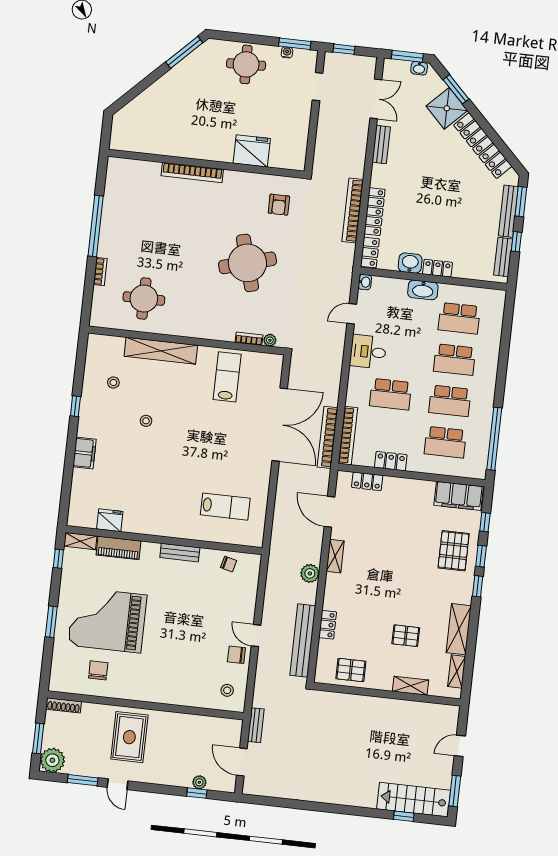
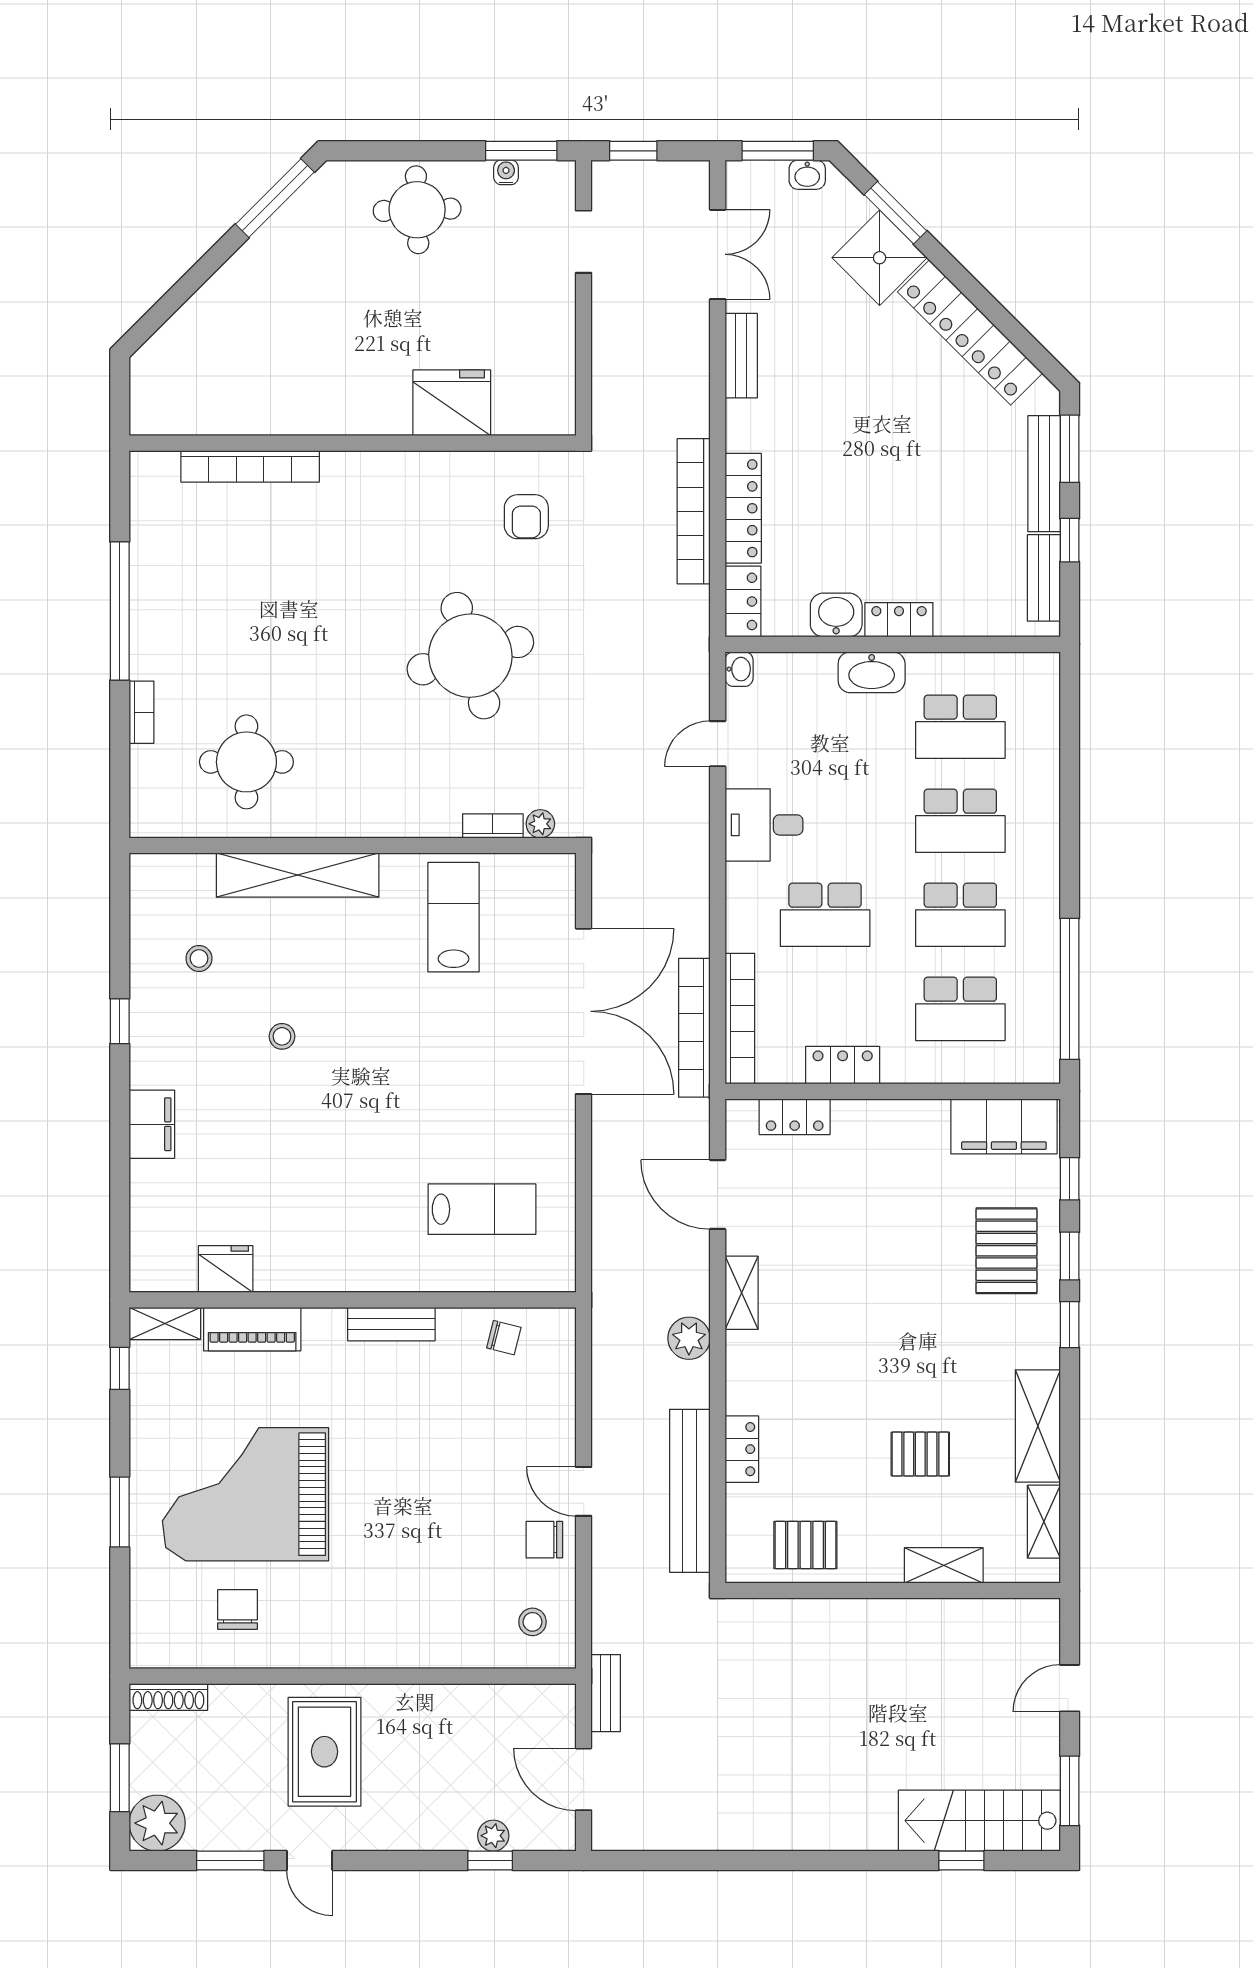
bookcase: (192, 173) -> (250, 466), moved

